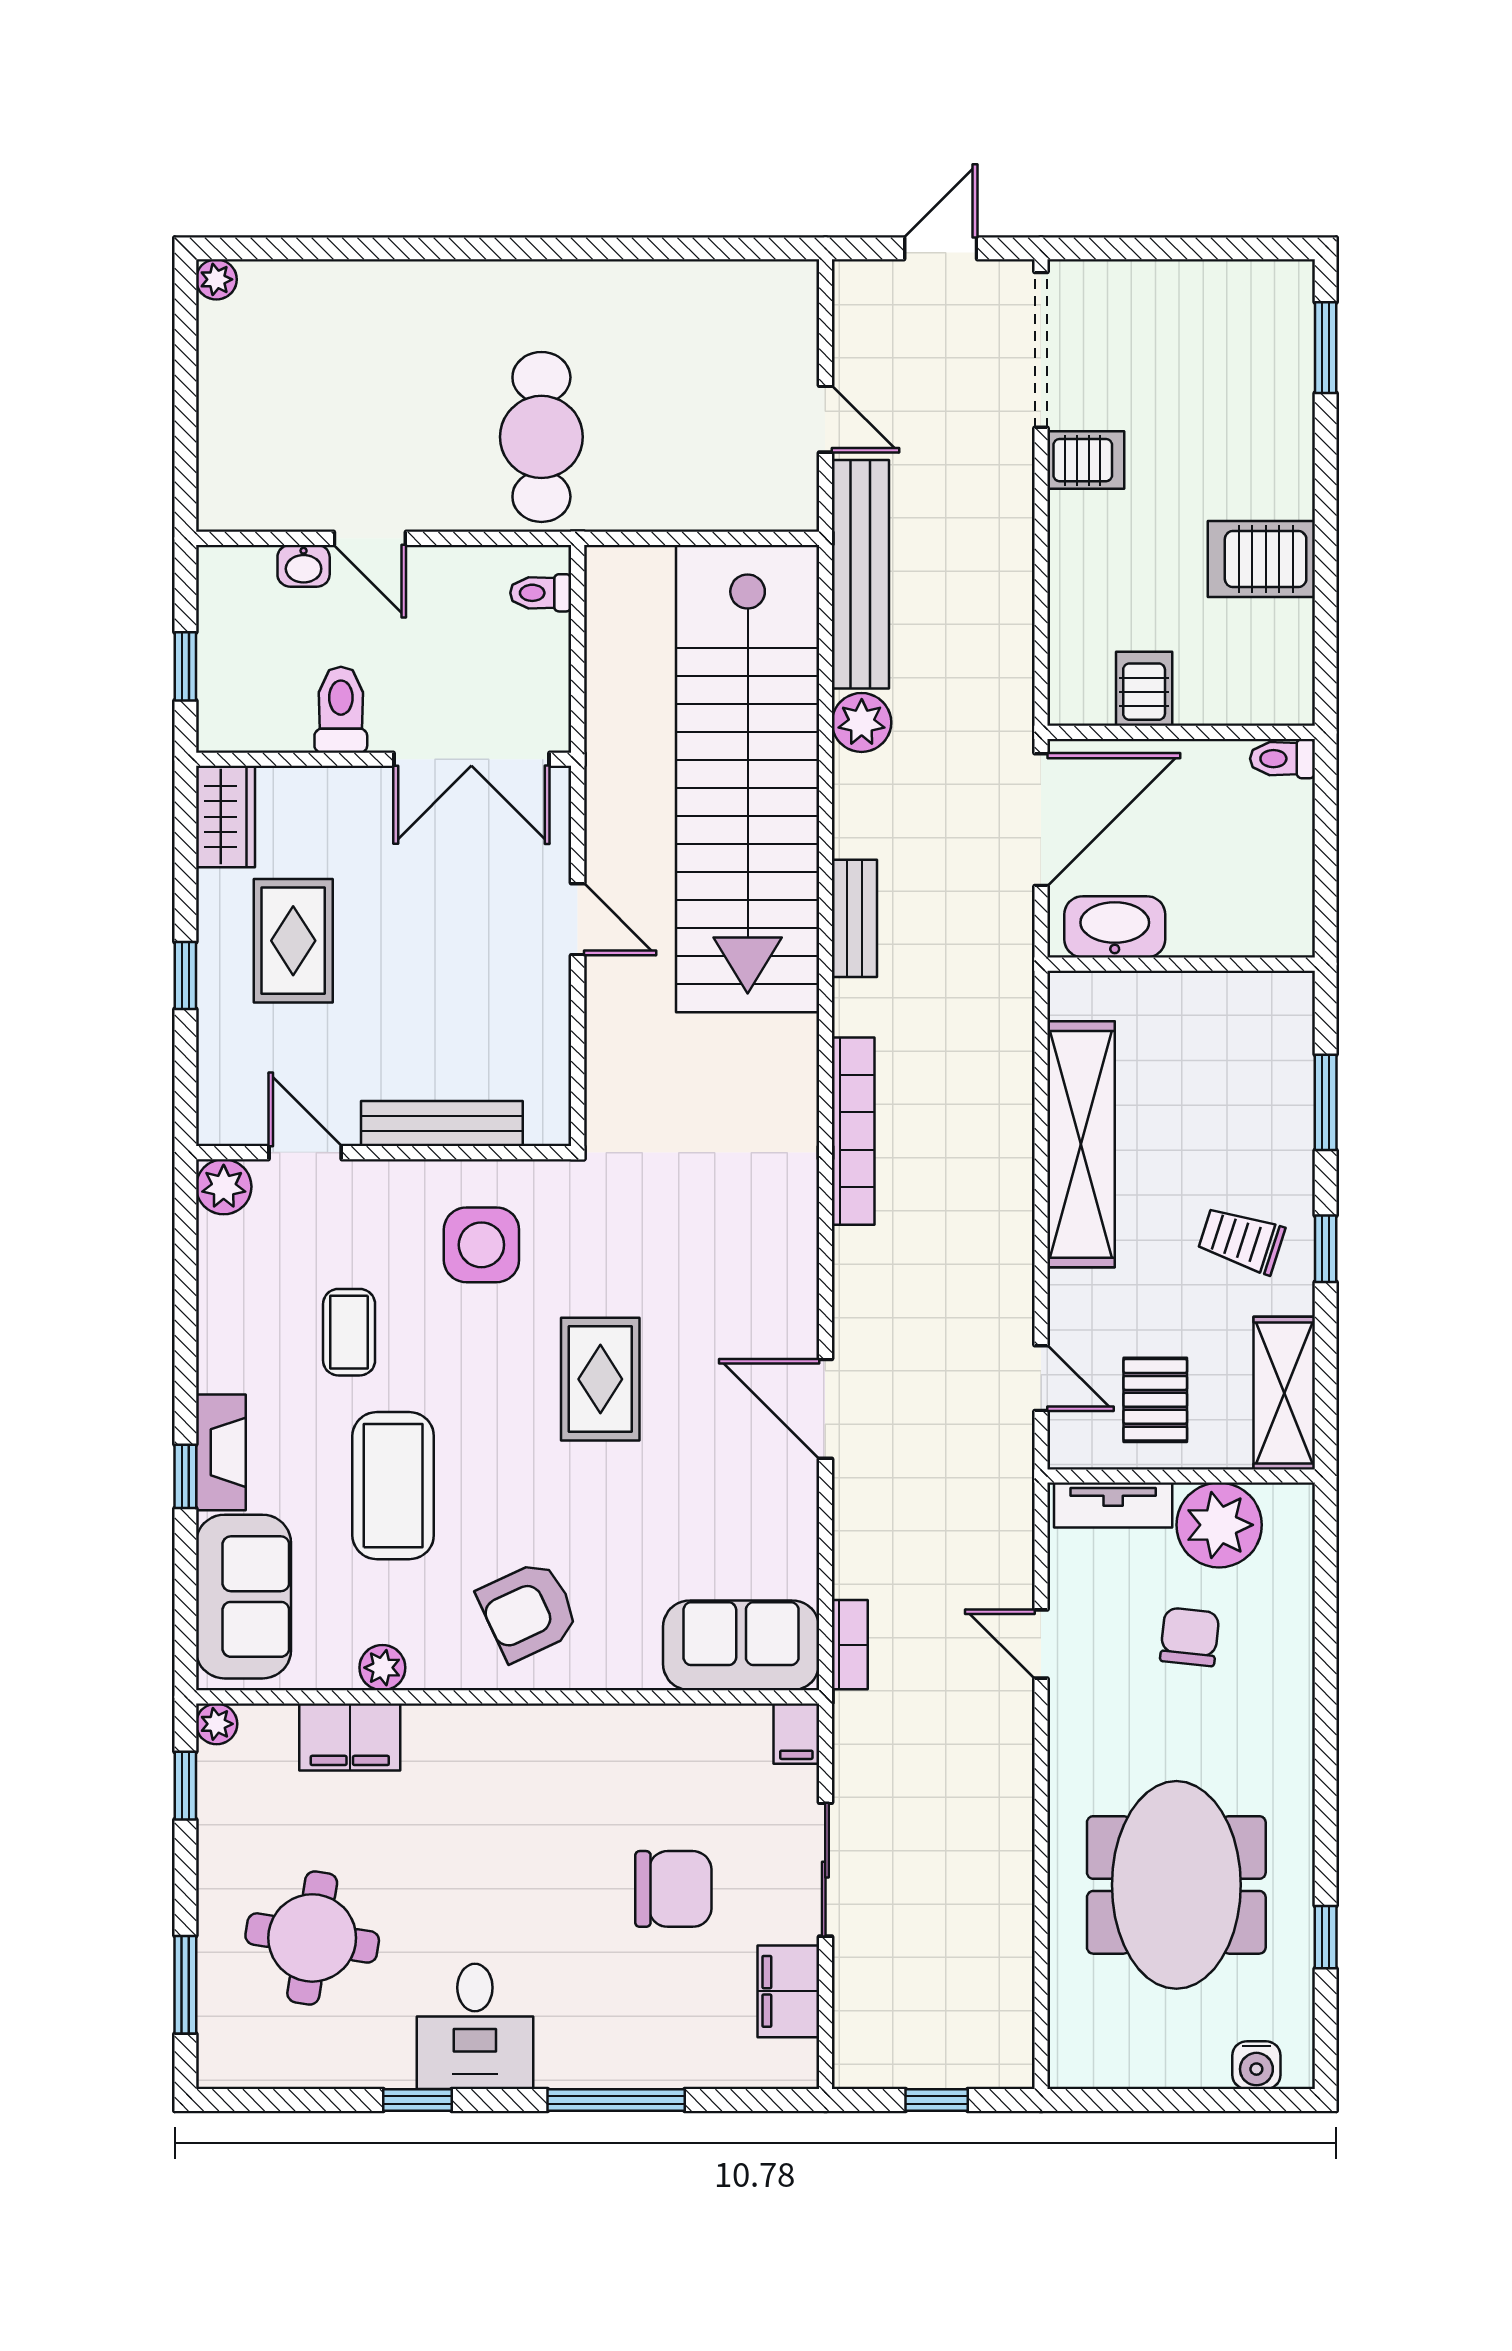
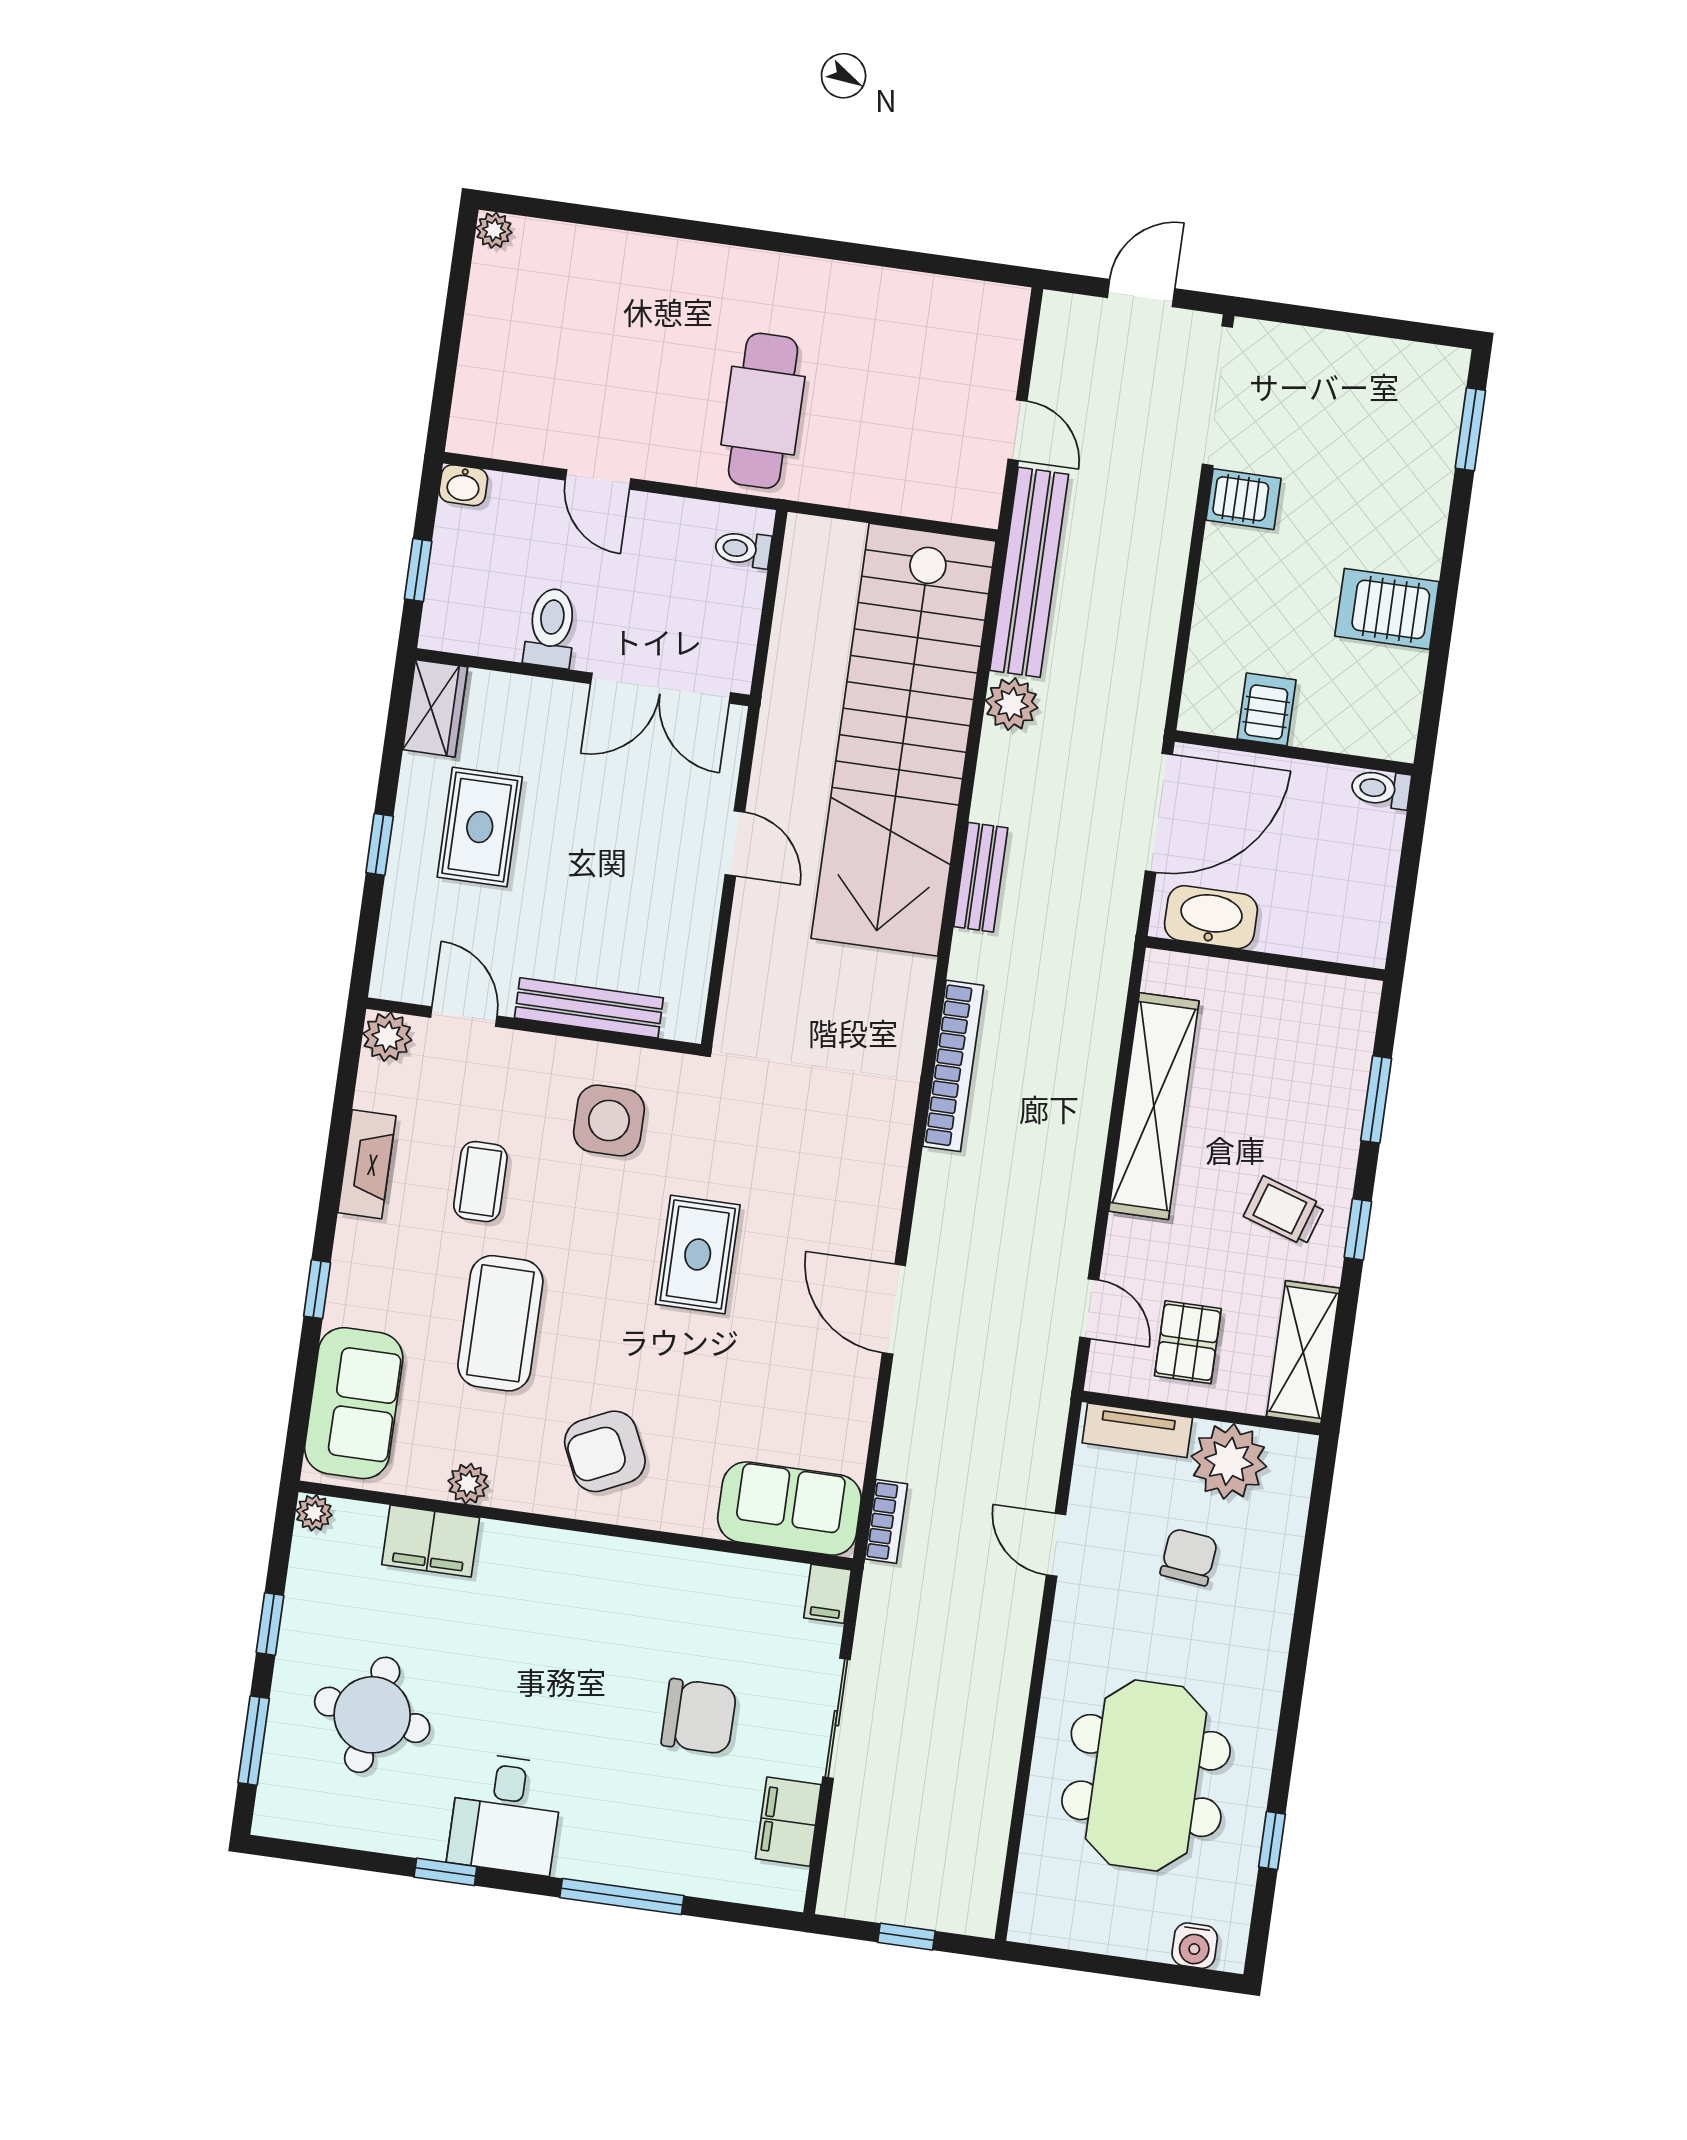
washbasin: (304, 566) -> (463, 485), moved
fireplace: (221, 1452) -> (367, 1164), moved
window: (185, 1786) -> (270, 1624), moved

